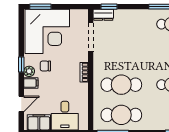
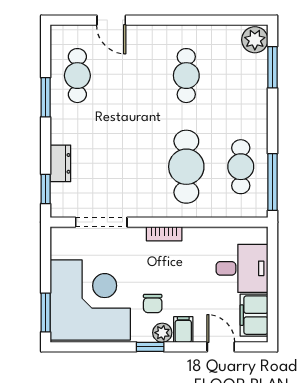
dresser: (103, 15) -> (60, 163), moved
cafe table: (121, 115) -> (241, 167), width x0.73, depth x0.74

